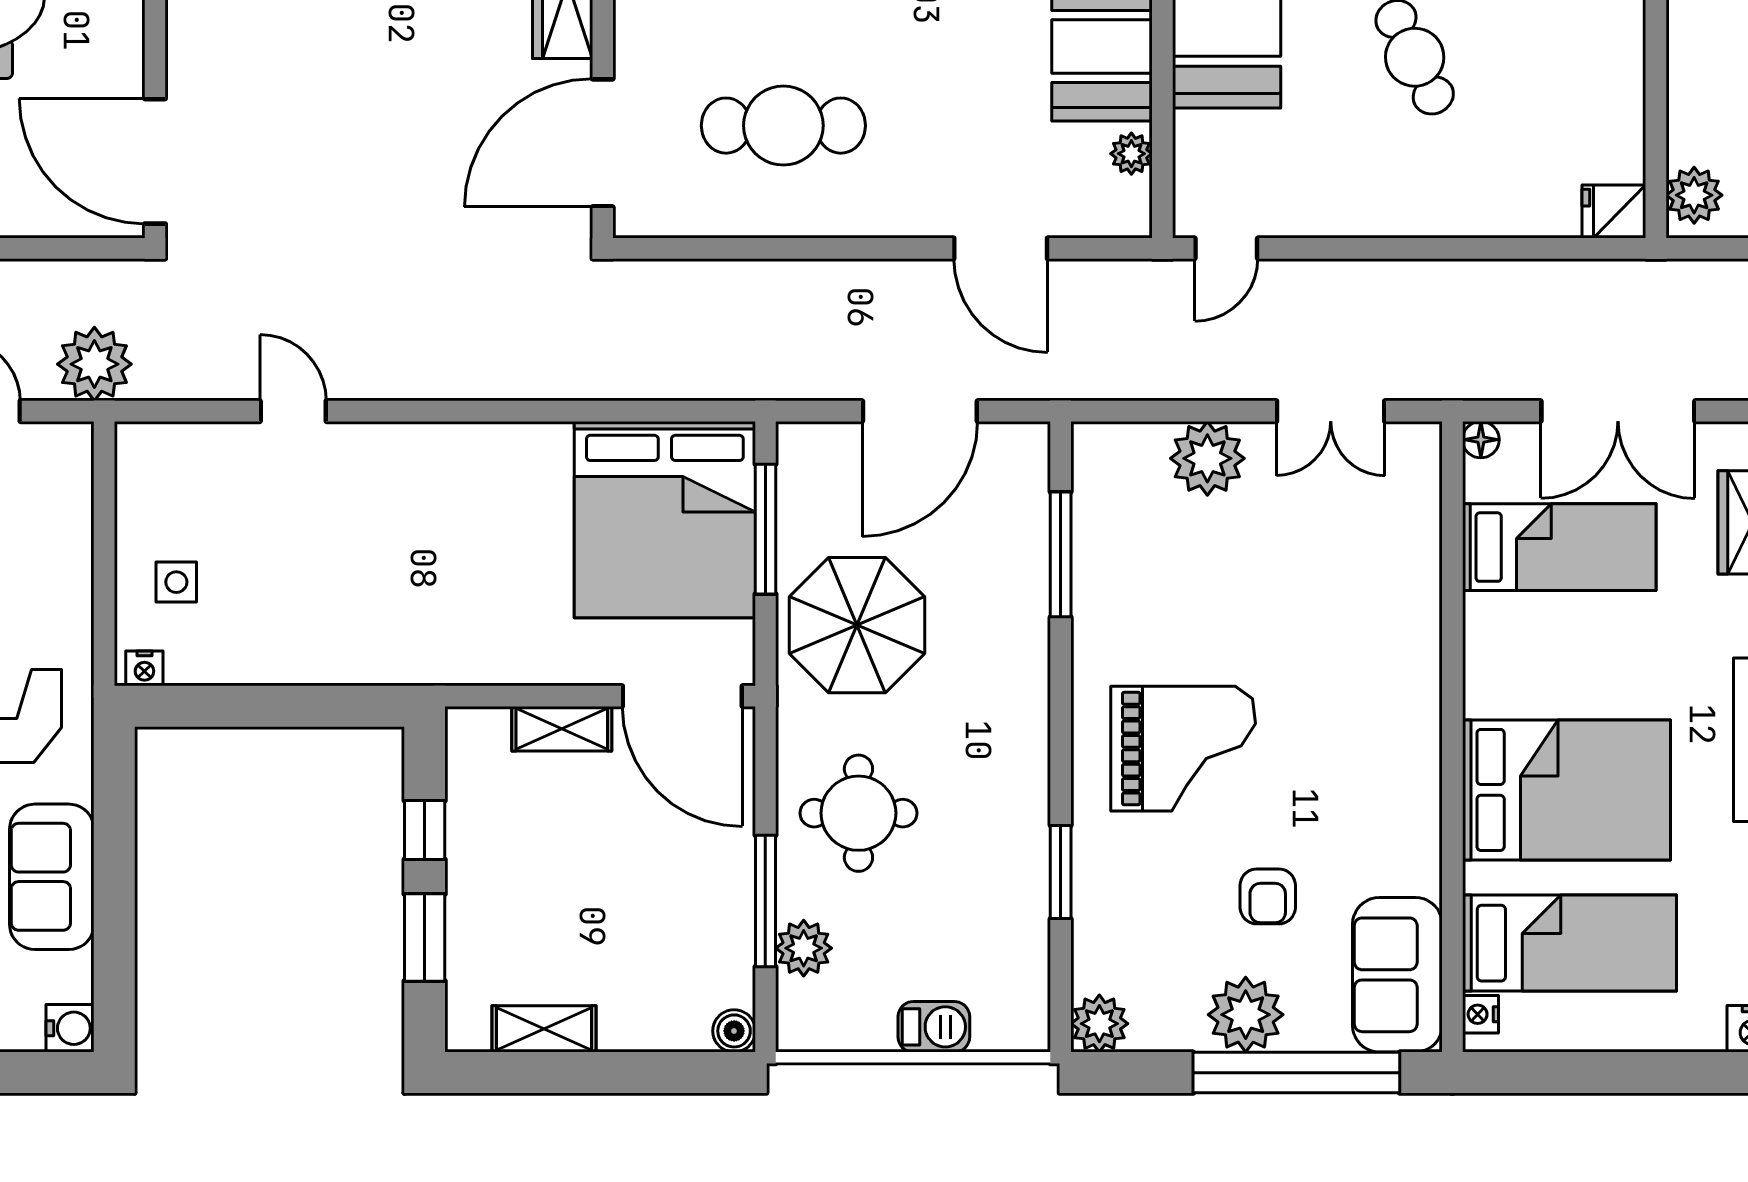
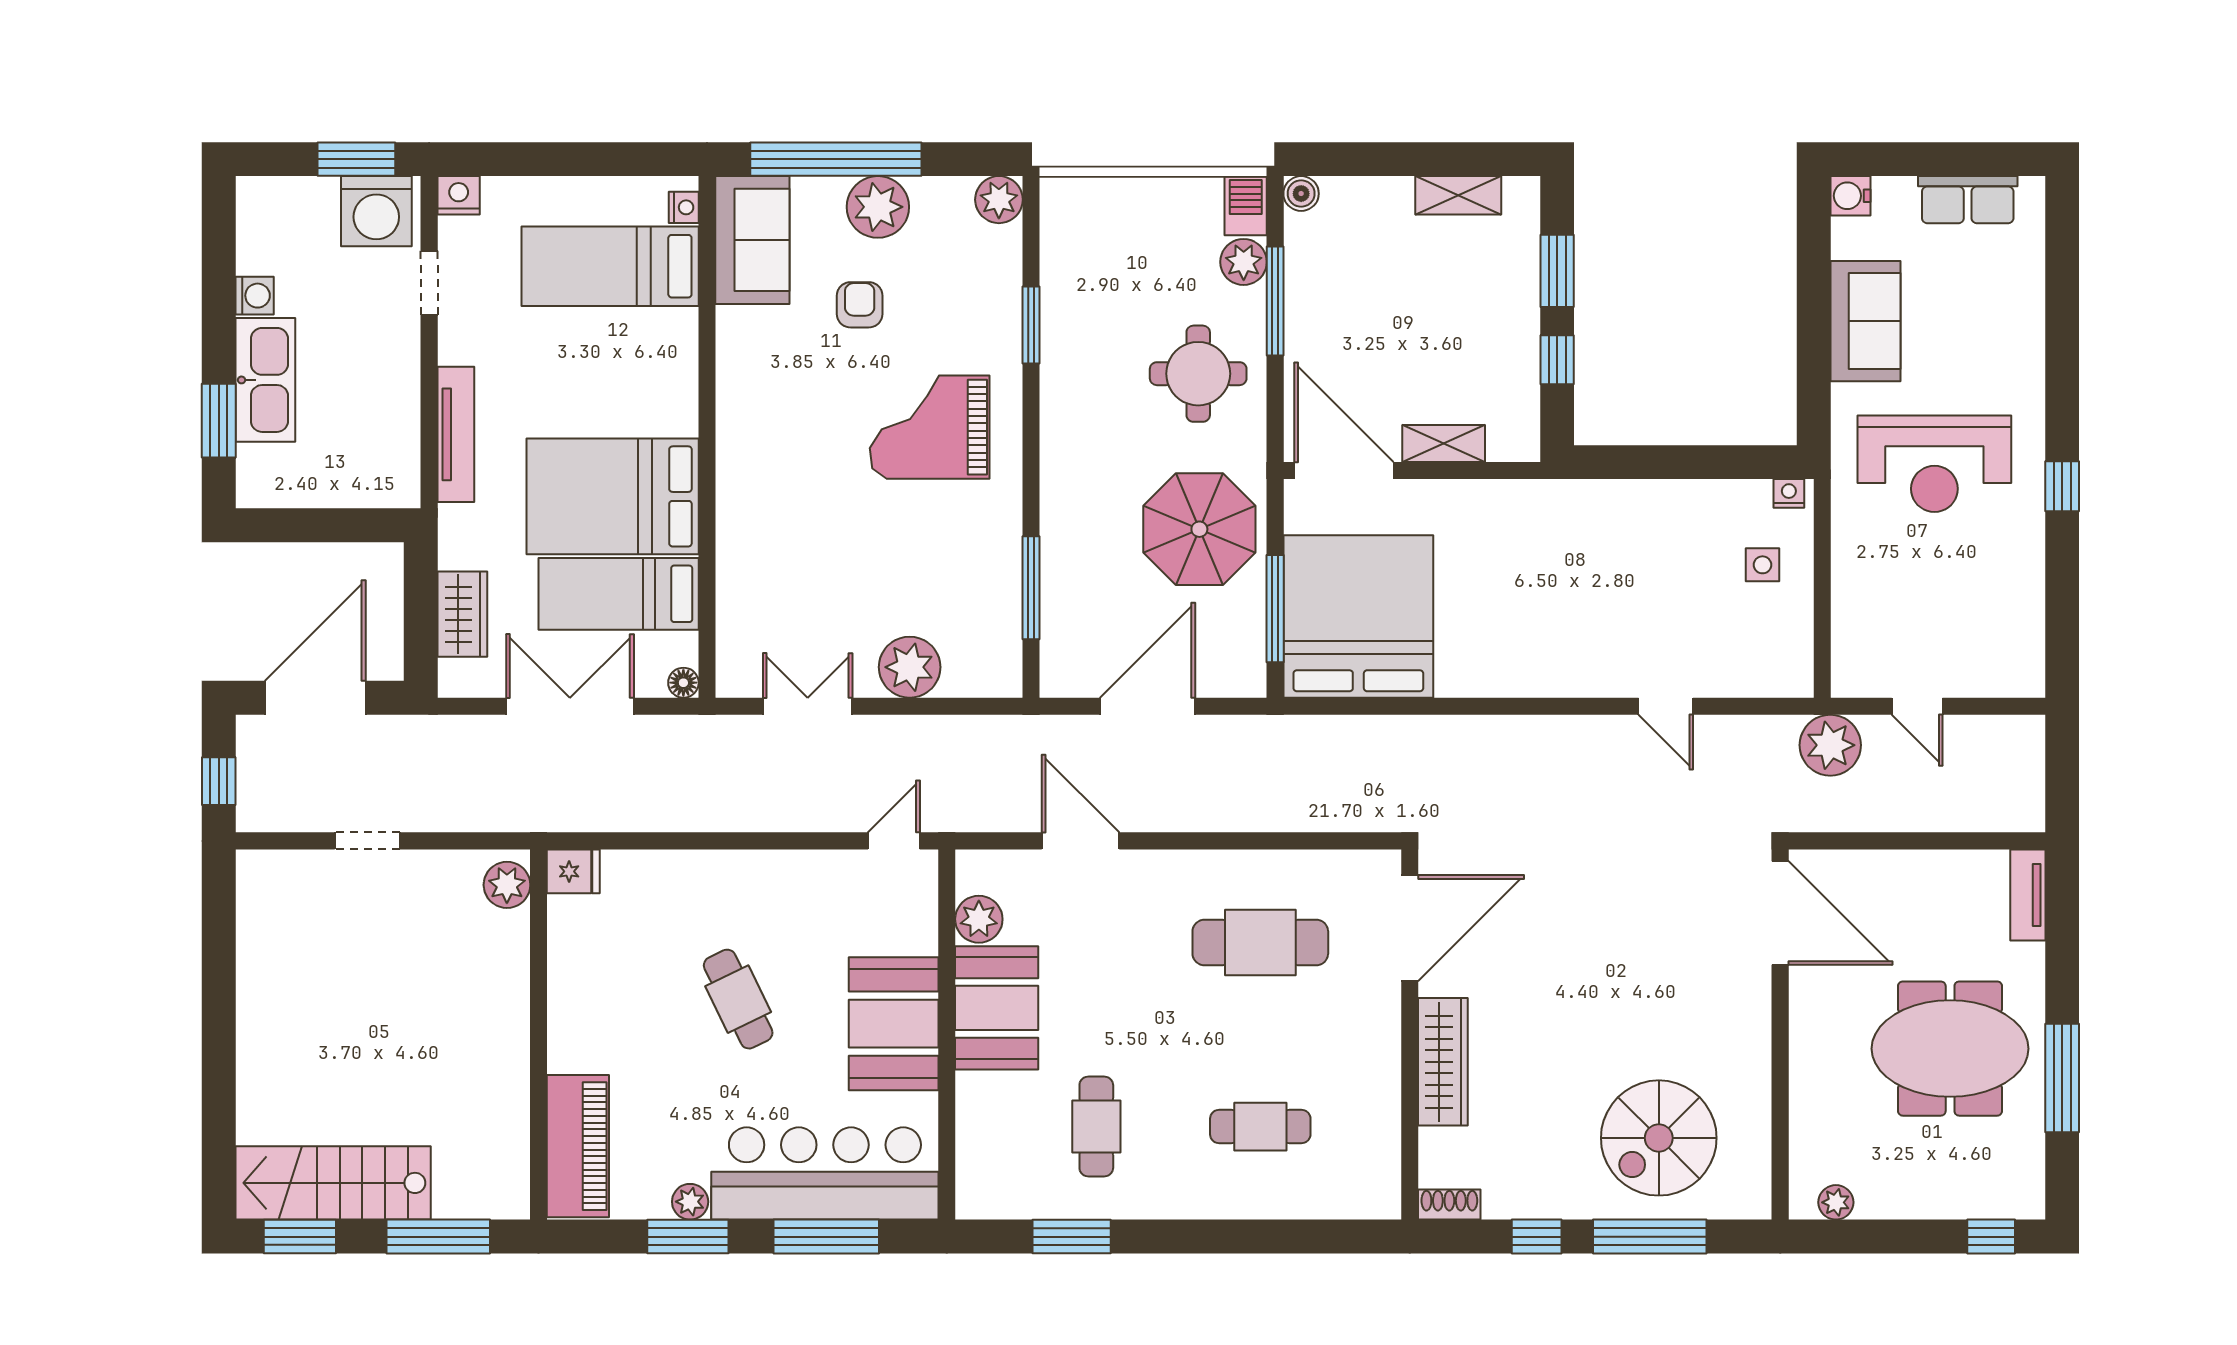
plant: (1131, 154) -> (979, 919), width x1.38, depth x1.38
bed: (1566, 790) -> (613, 496), moved
barbecue: (934, 1027) -> (1246, 206), moved, turned 90

